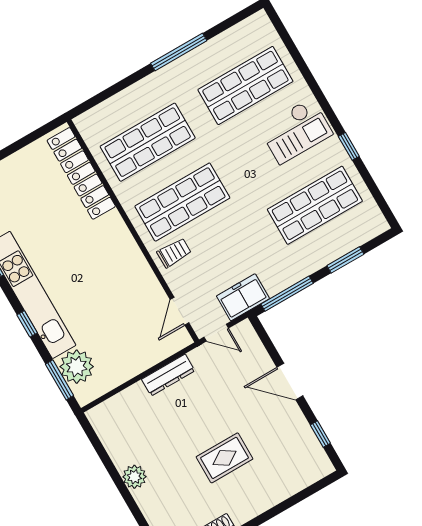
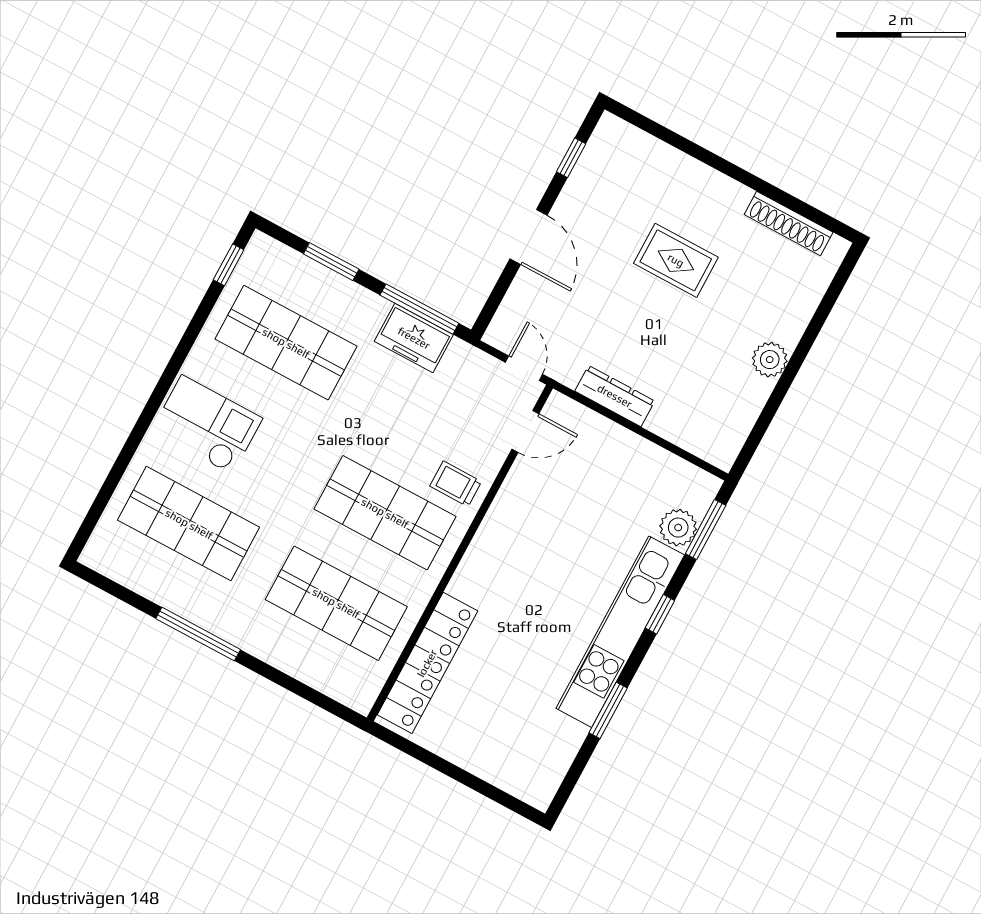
window: (349, 146) -> (229, 265), moved
freezer: (243, 297) -> (414, 338), moved
plant: (77, 367) -> (678, 528), width x0.73, depth x0.73

